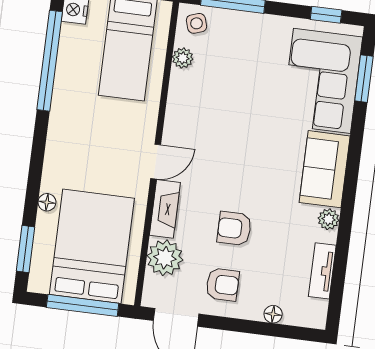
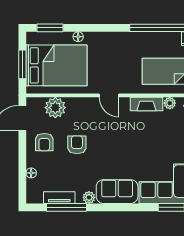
fireplace: (165, 209) -> (146, 104), moved
window: (341, 260) -> (67, 207), added
window: (83, 305) -> (22, 64), width x0.69

